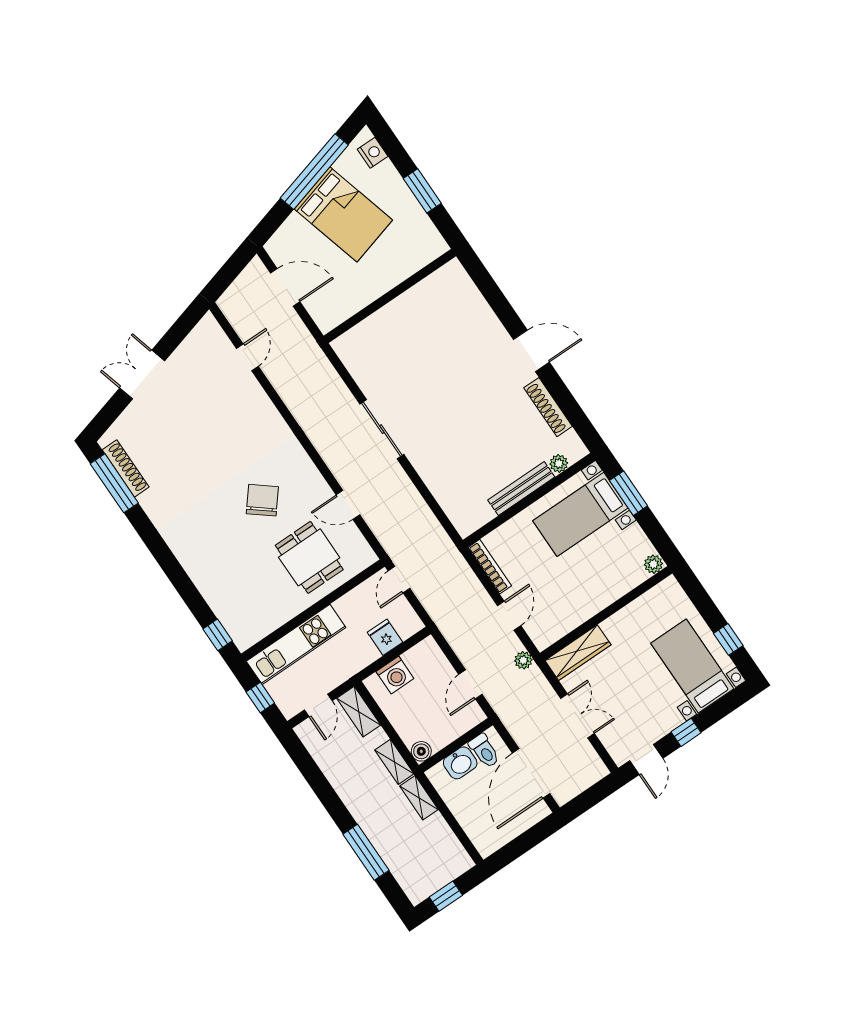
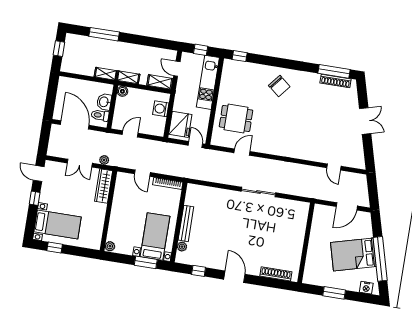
door: (531, 351) -> (234, 277), swing flipped
shoe rack: (548, 407) -> (276, 274), moved
window: (571, 408) -> (199, 271), added
chair: (262, 500) -> (279, 86), moved
fridge: (385, 637) -> (180, 124), width x1.88, depth x1.34
plant: (523, 660) -> (104, 160), moved
door: (470, 684) -> (130, 134), hinge flipped

